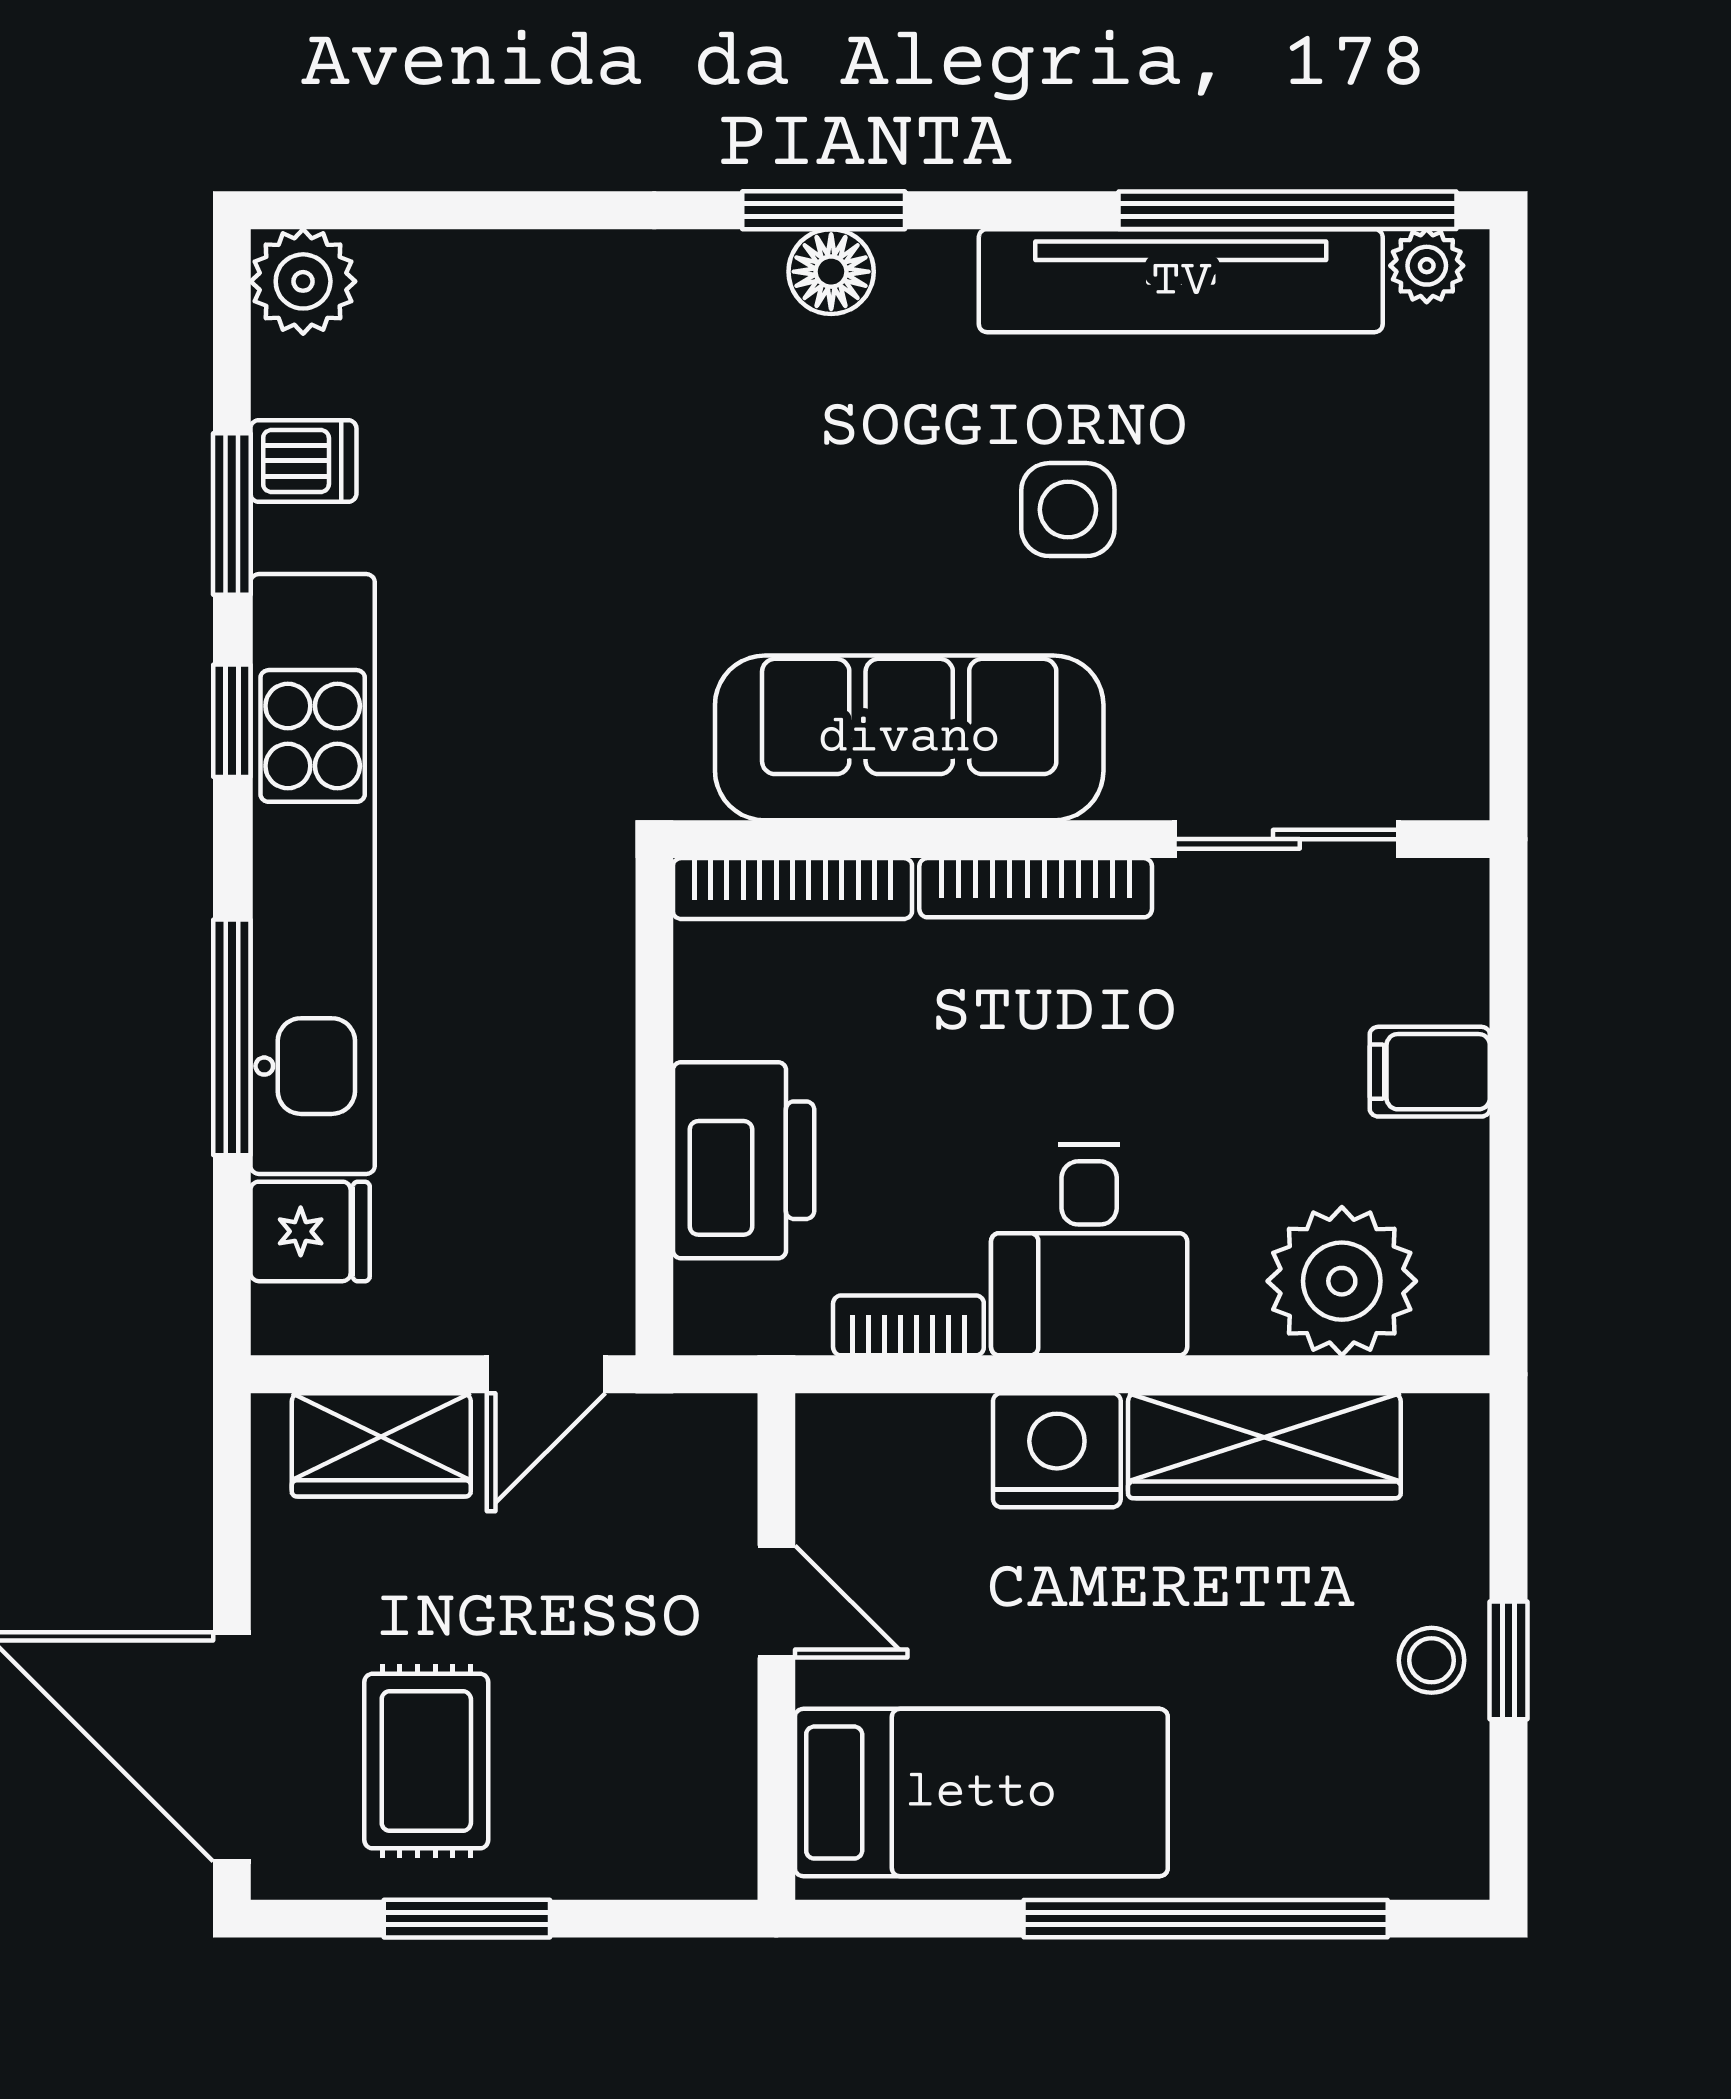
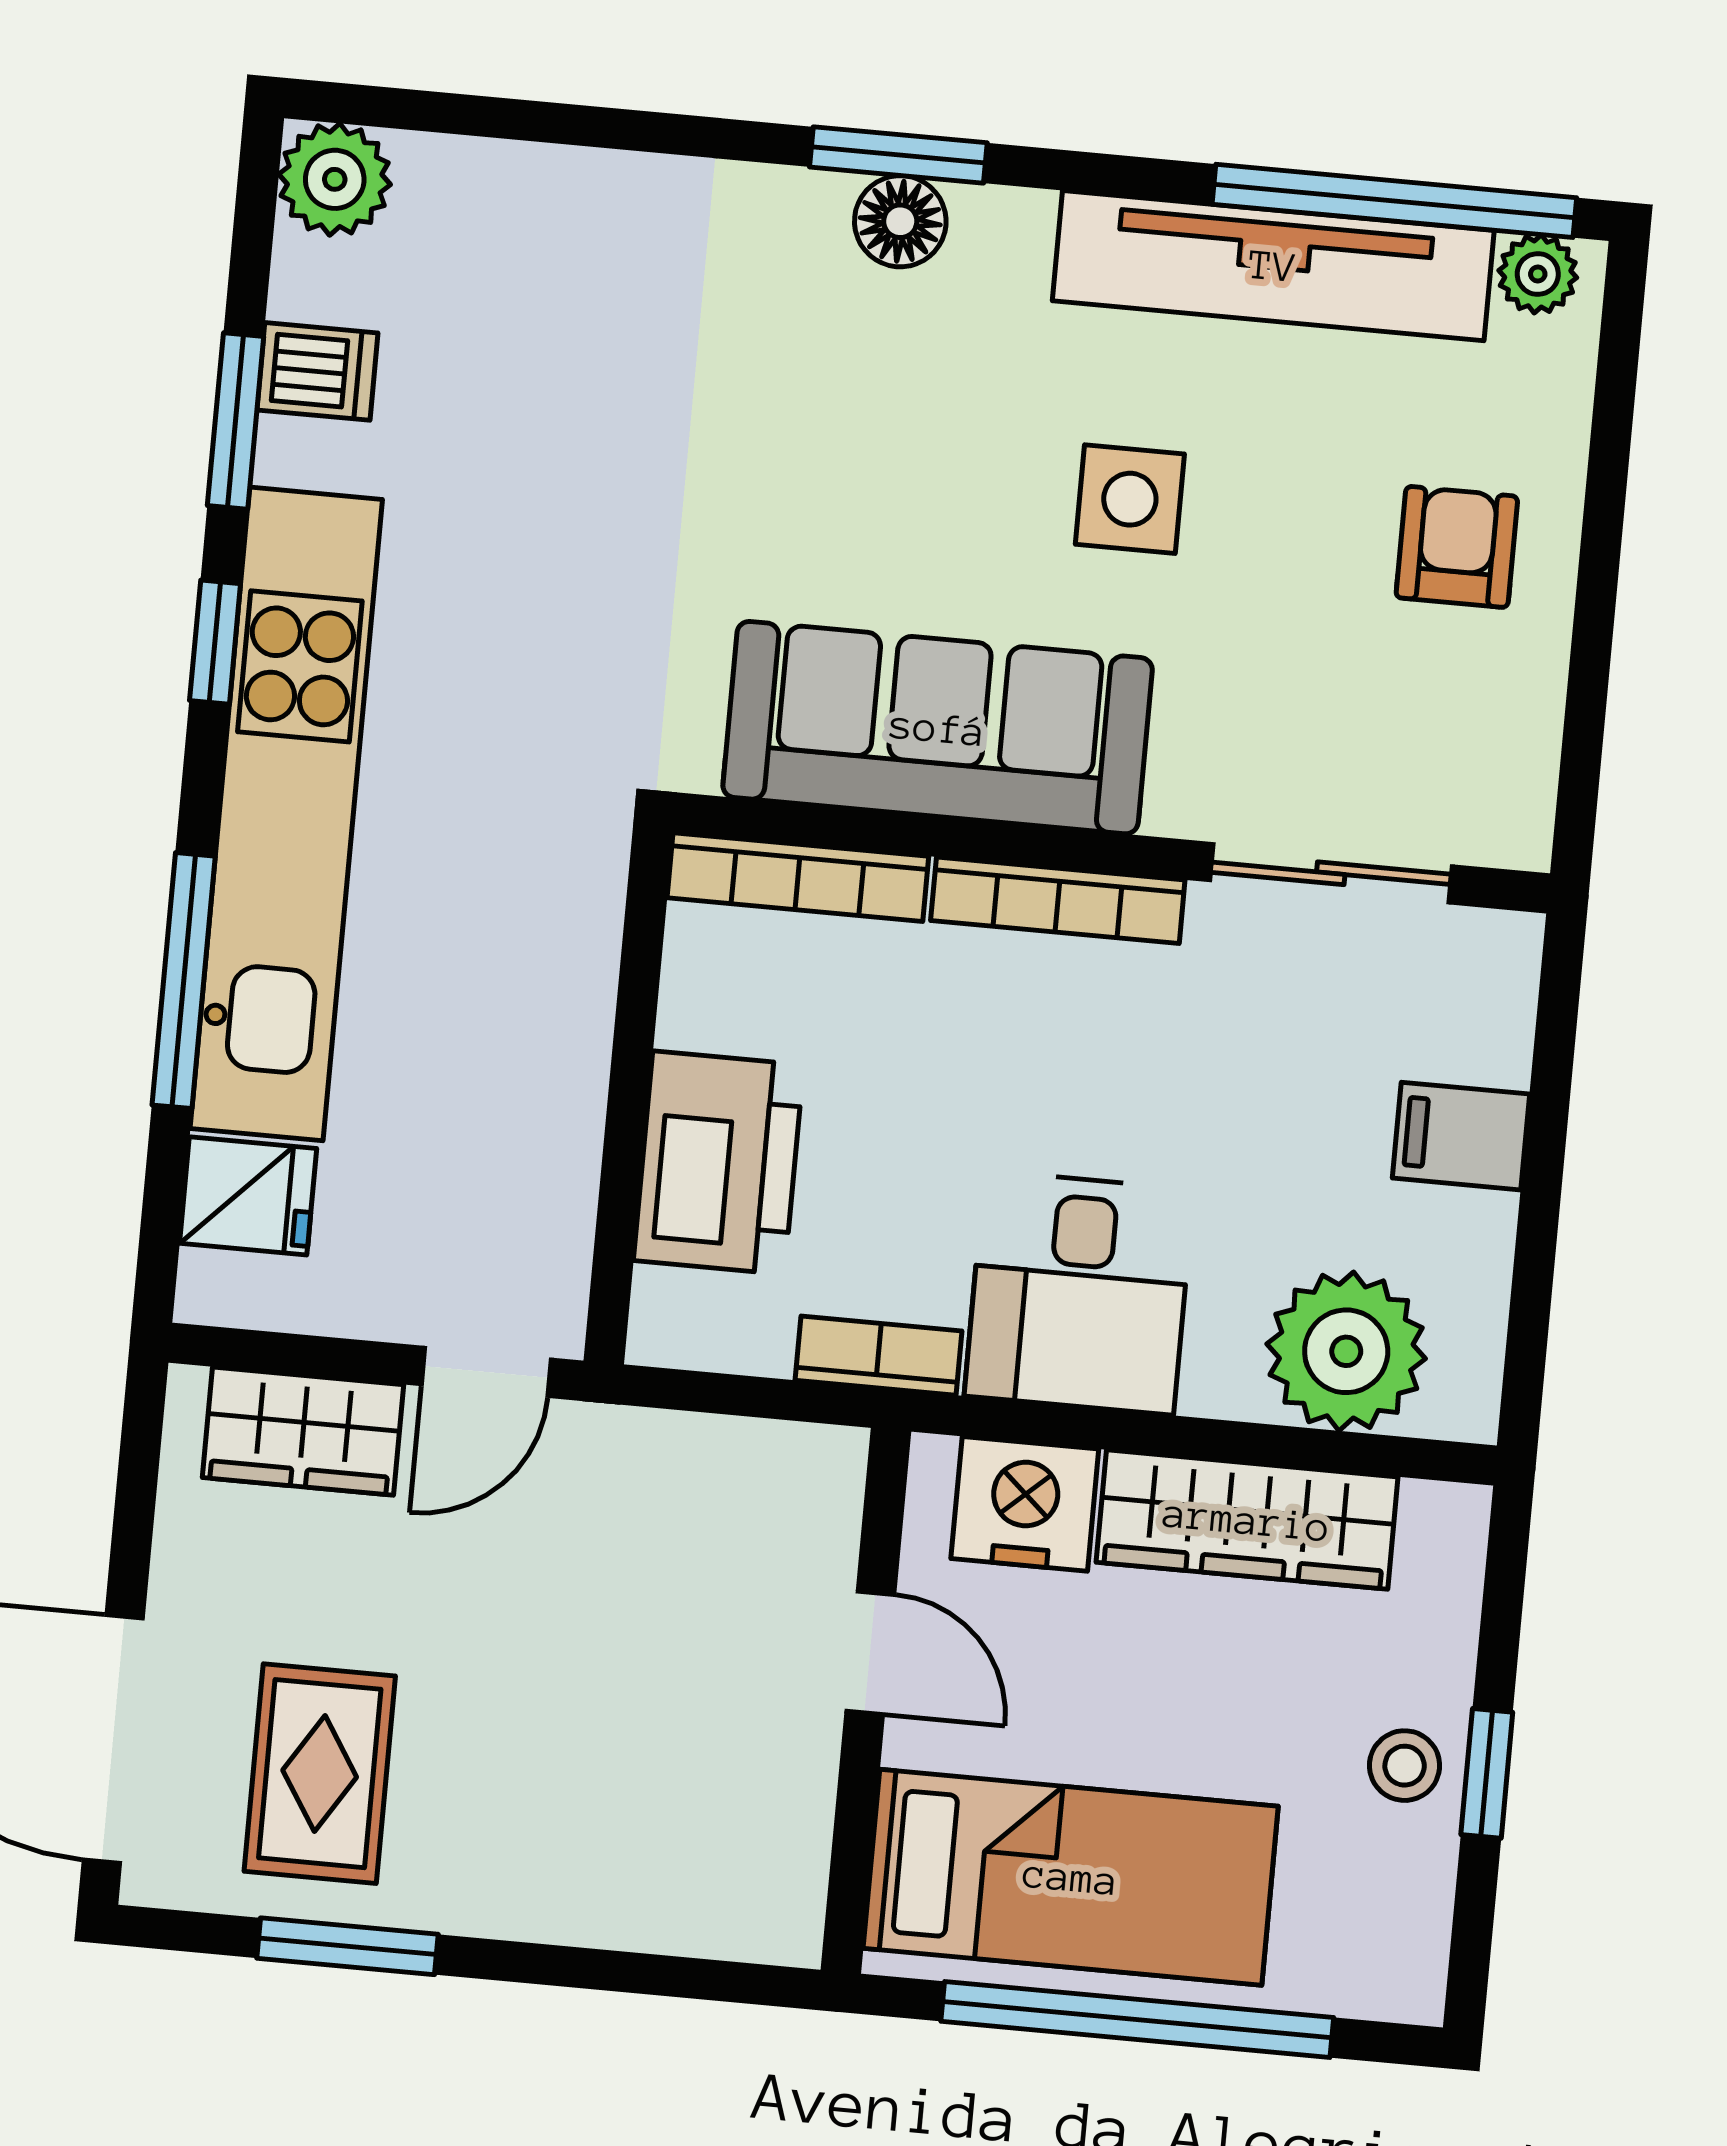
armchair: (1375, 526) -> (1457, 547), added
door: (776, 1602) -> (870, 1653), moved
wall: (776, 1646) -> (866, 1701), moved
bed: (981, 1793) -> (1071, 1877), moved

